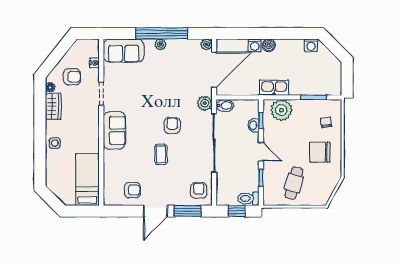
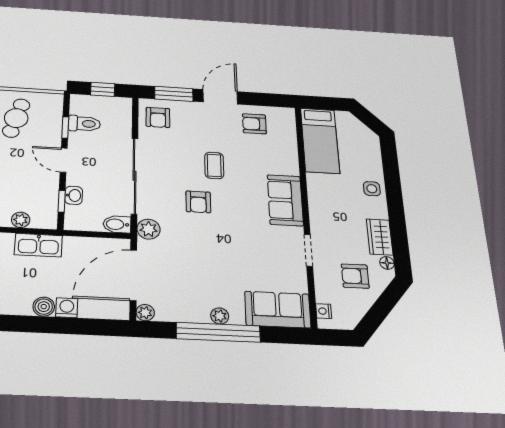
nightstand: (94, 63) -> (324, 311), moved
plant: (281, 110) -> (21, 220), width x0.53, depth x0.53
toilet: (248, 199) -> (84, 124), moved

